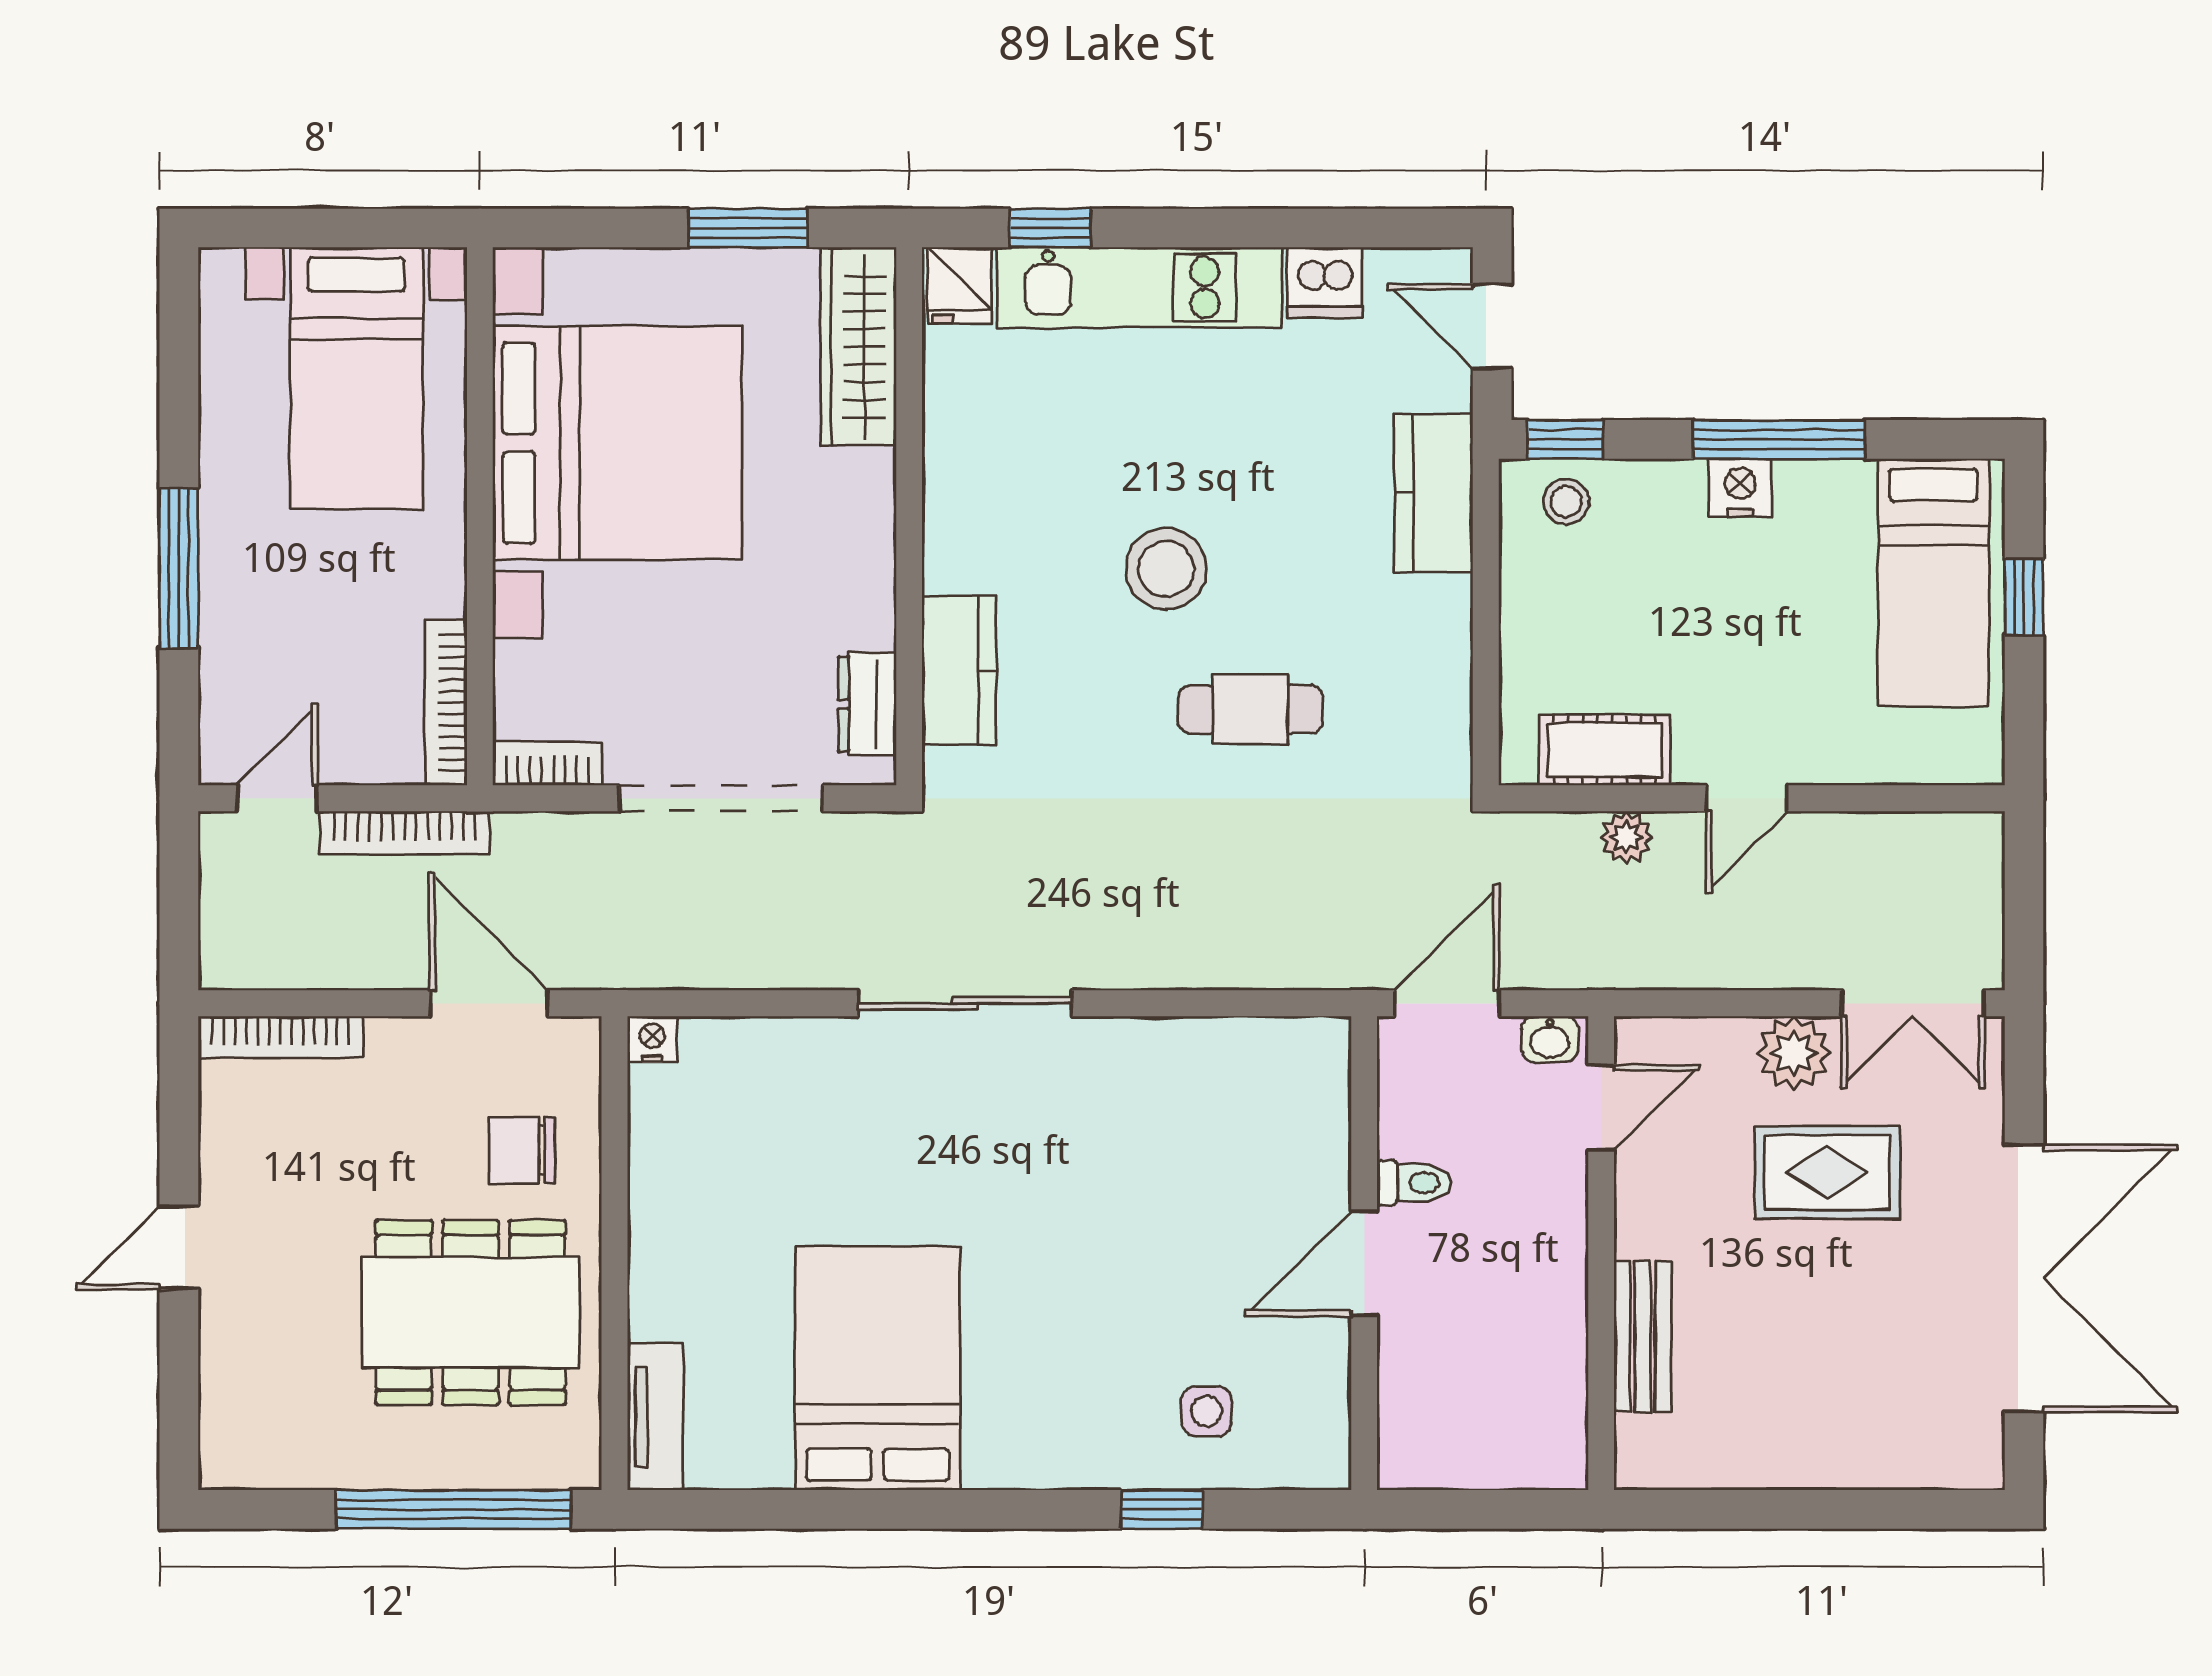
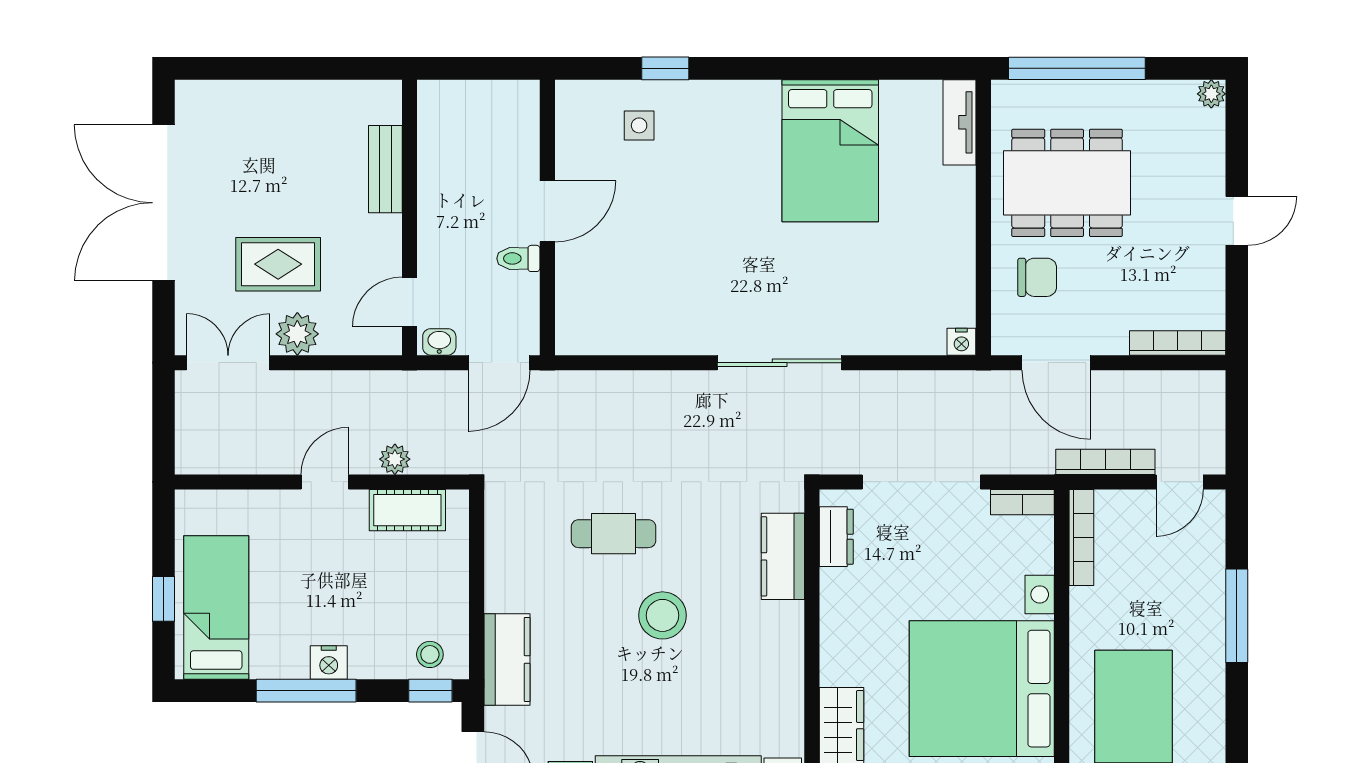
plant: (223, 1466) -> (1211, 94), added

